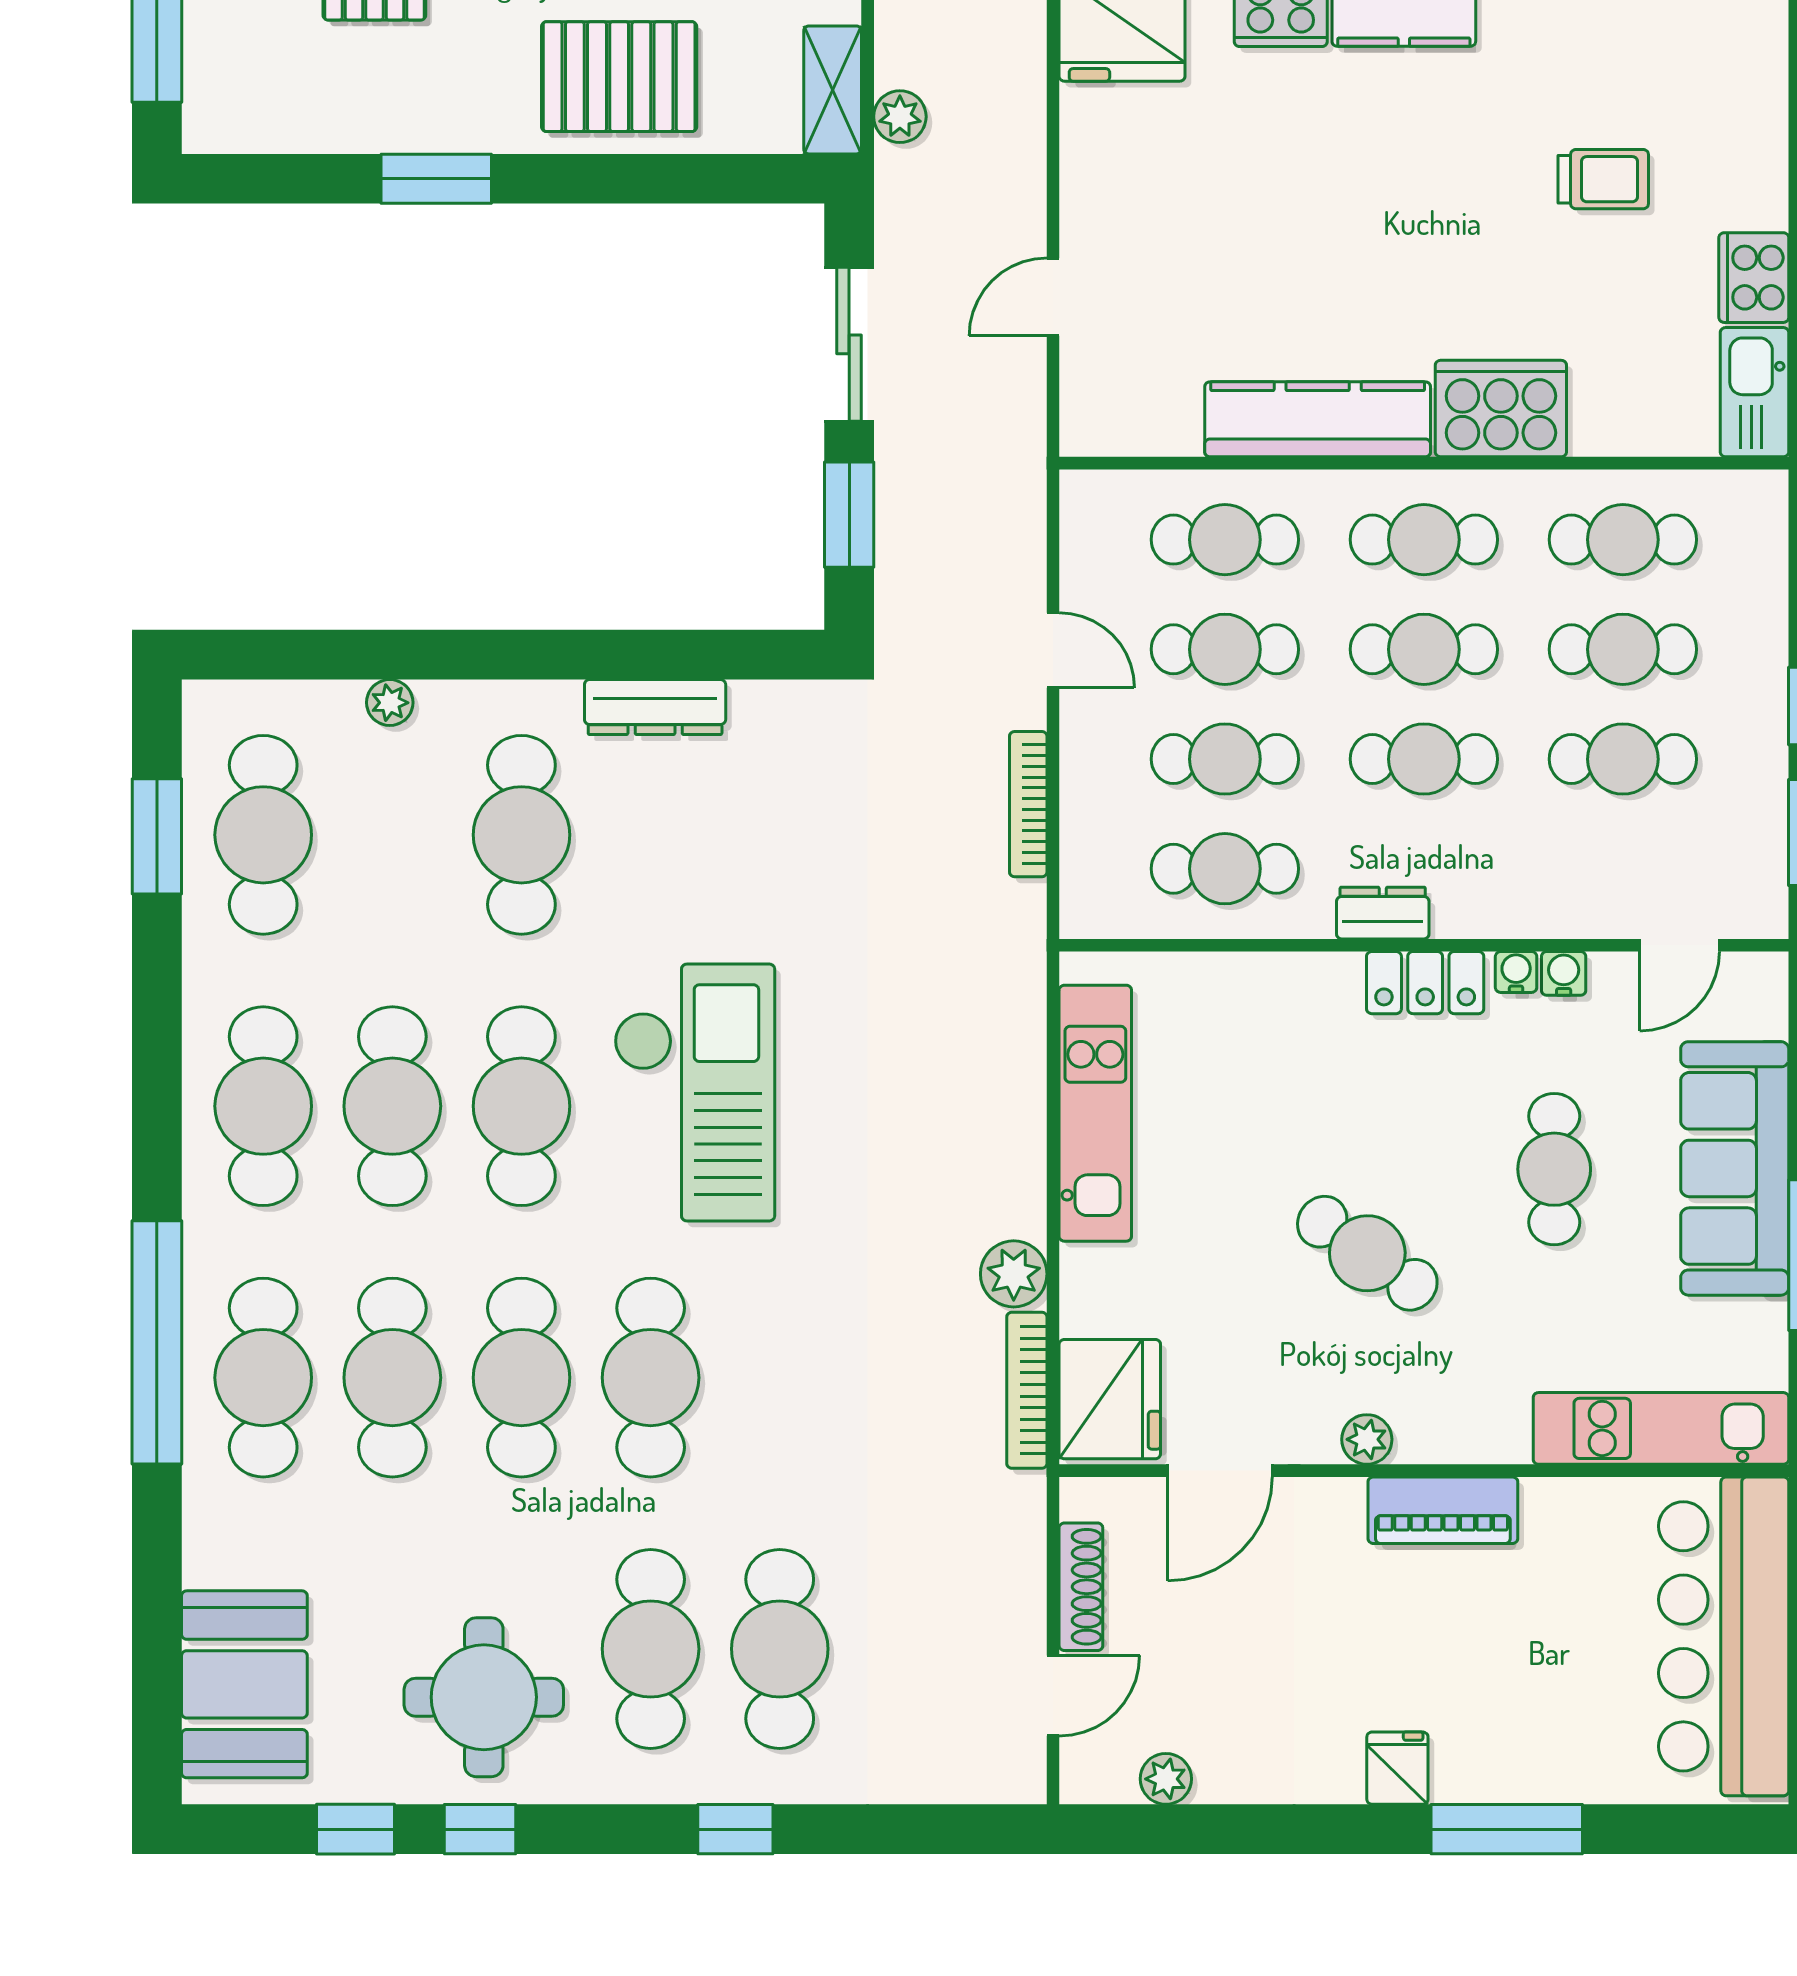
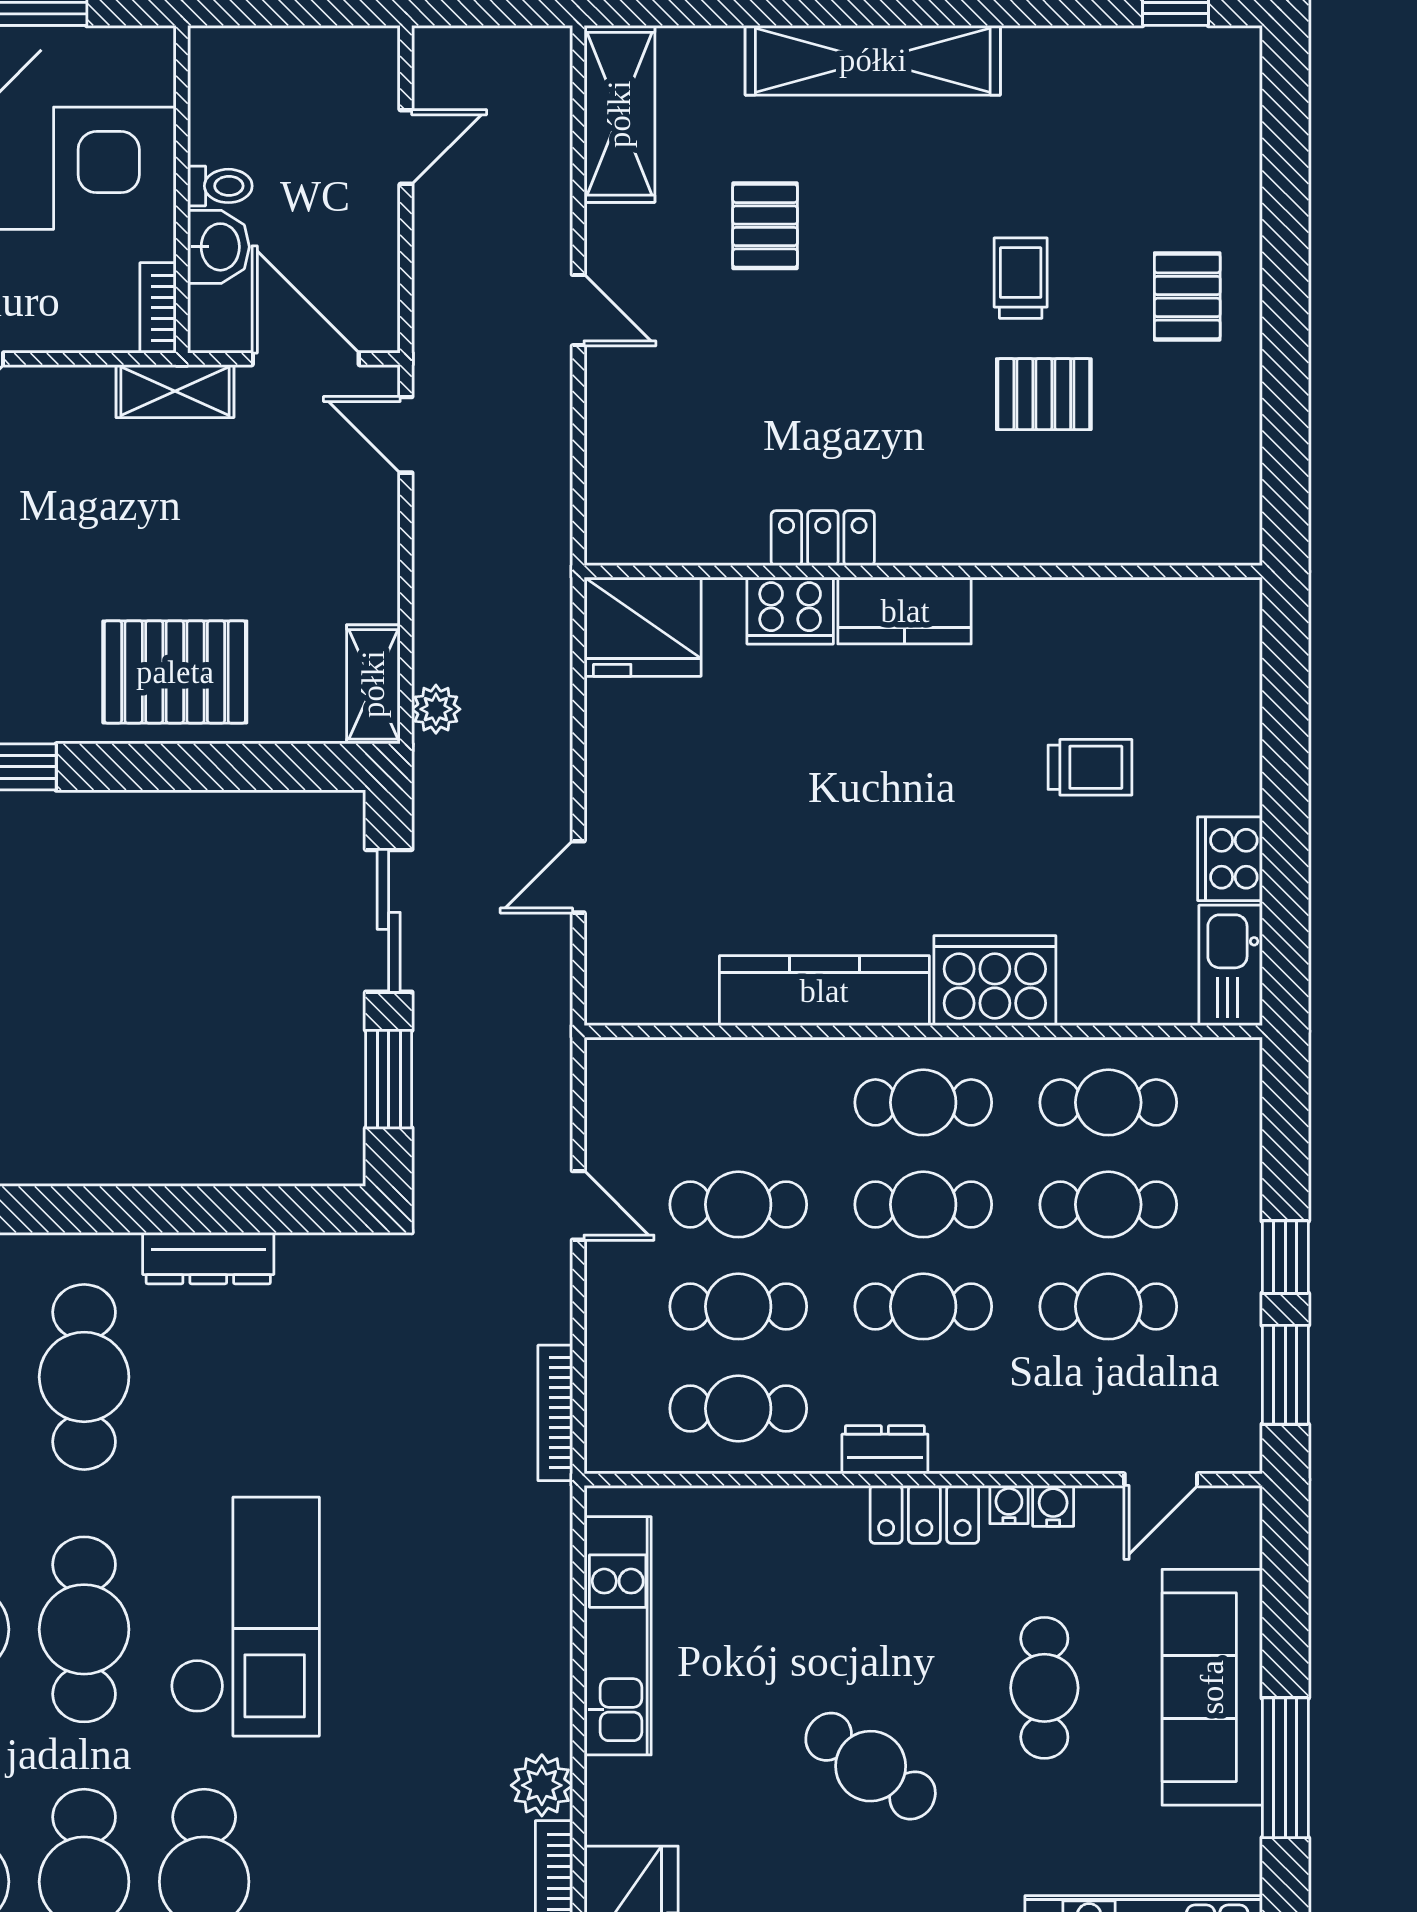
cafe table: (1225, 540) -> (738, 1102), removed
bookcase: (1028, 804) -> (555, 1413), moved

